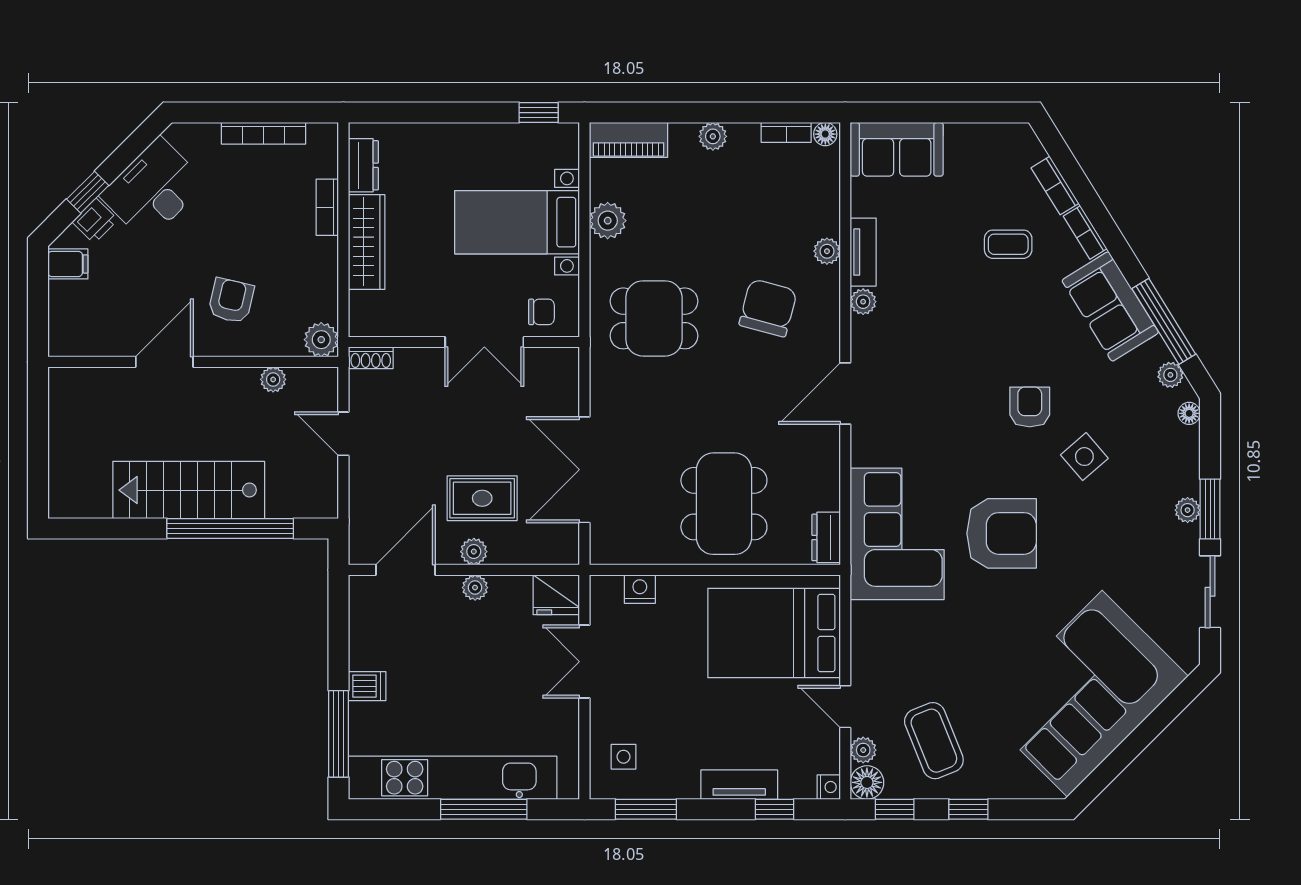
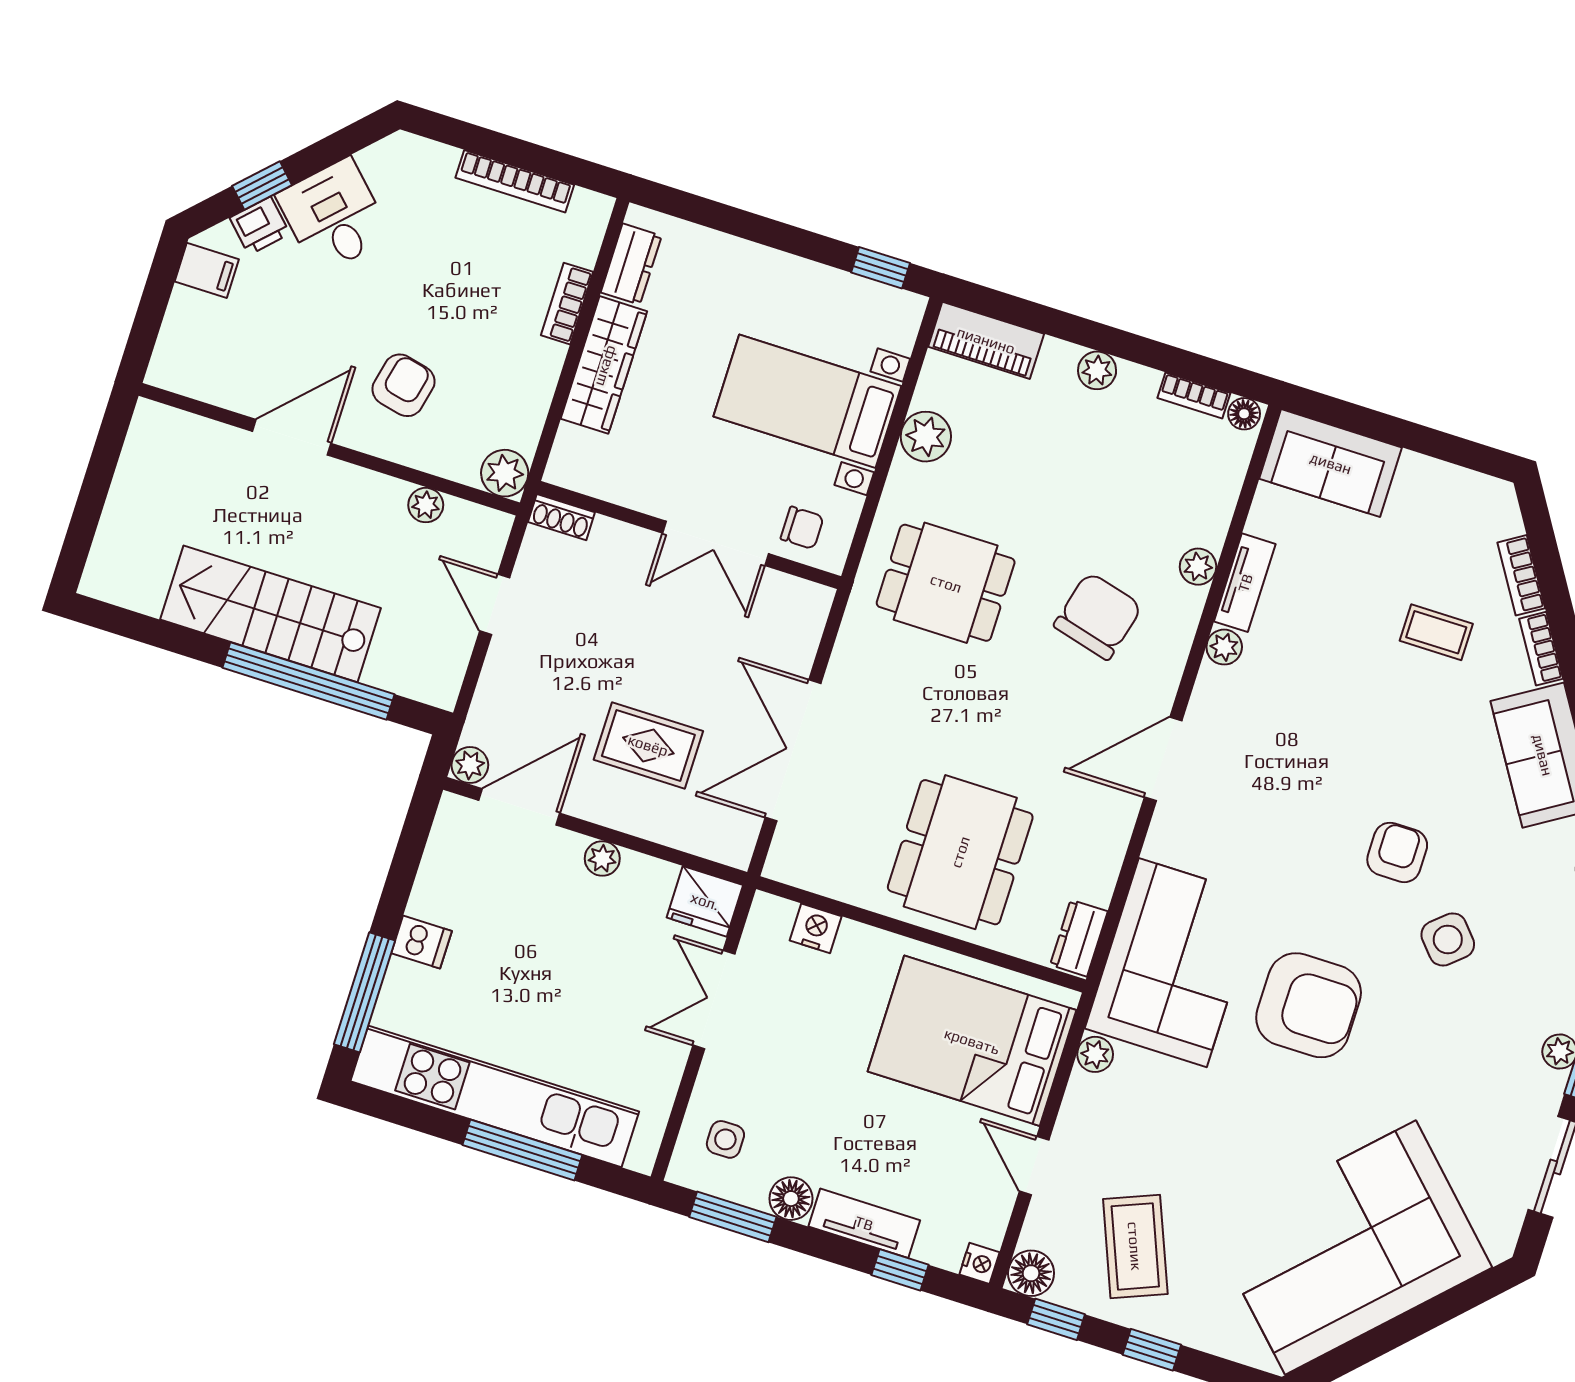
desk: (153, 189) -> (334, 216), width x0.73
plant: (474, 552) -> (470, 765), moved
plant: (863, 750) -> (1095, 1054), moved
floor lamp: (682, 784) -> (791, 1199), added

